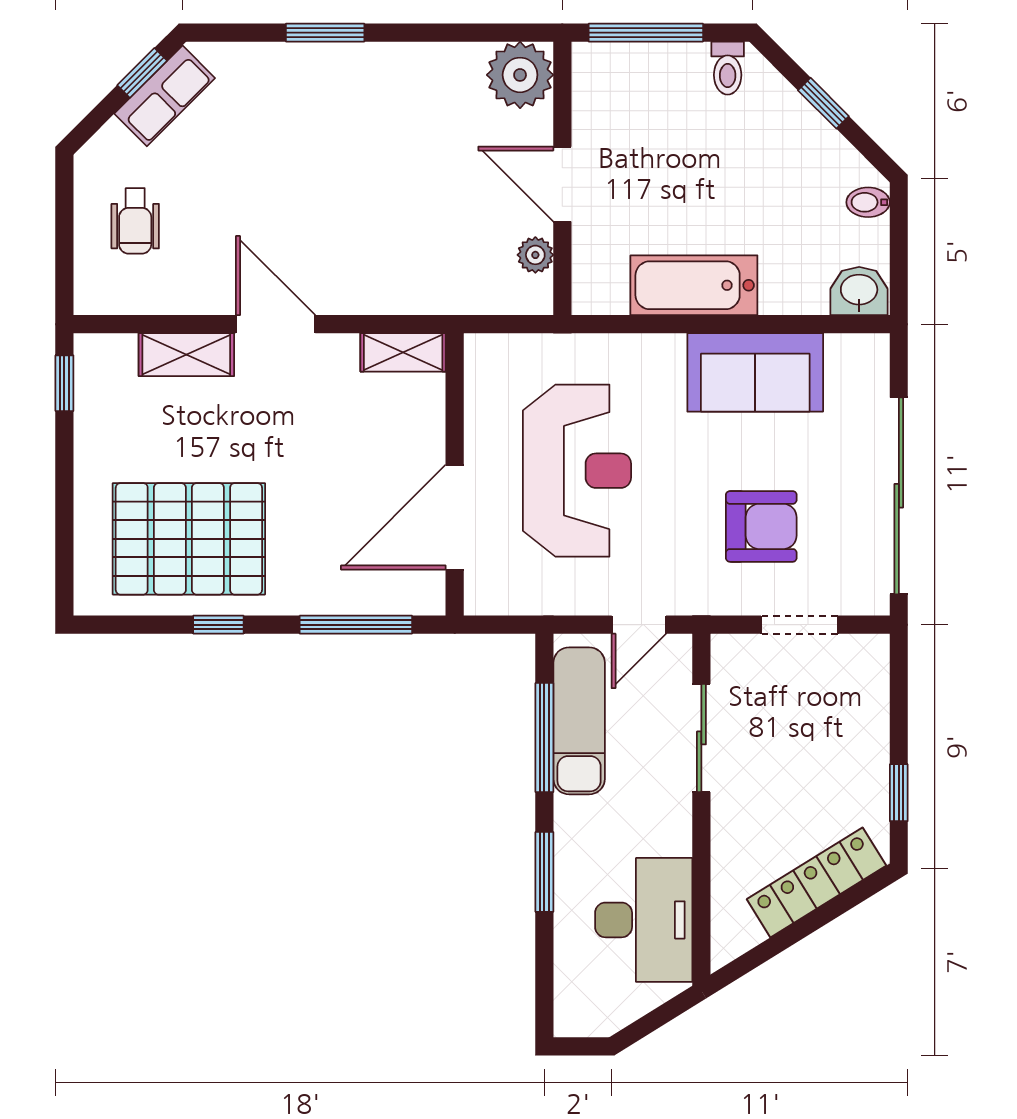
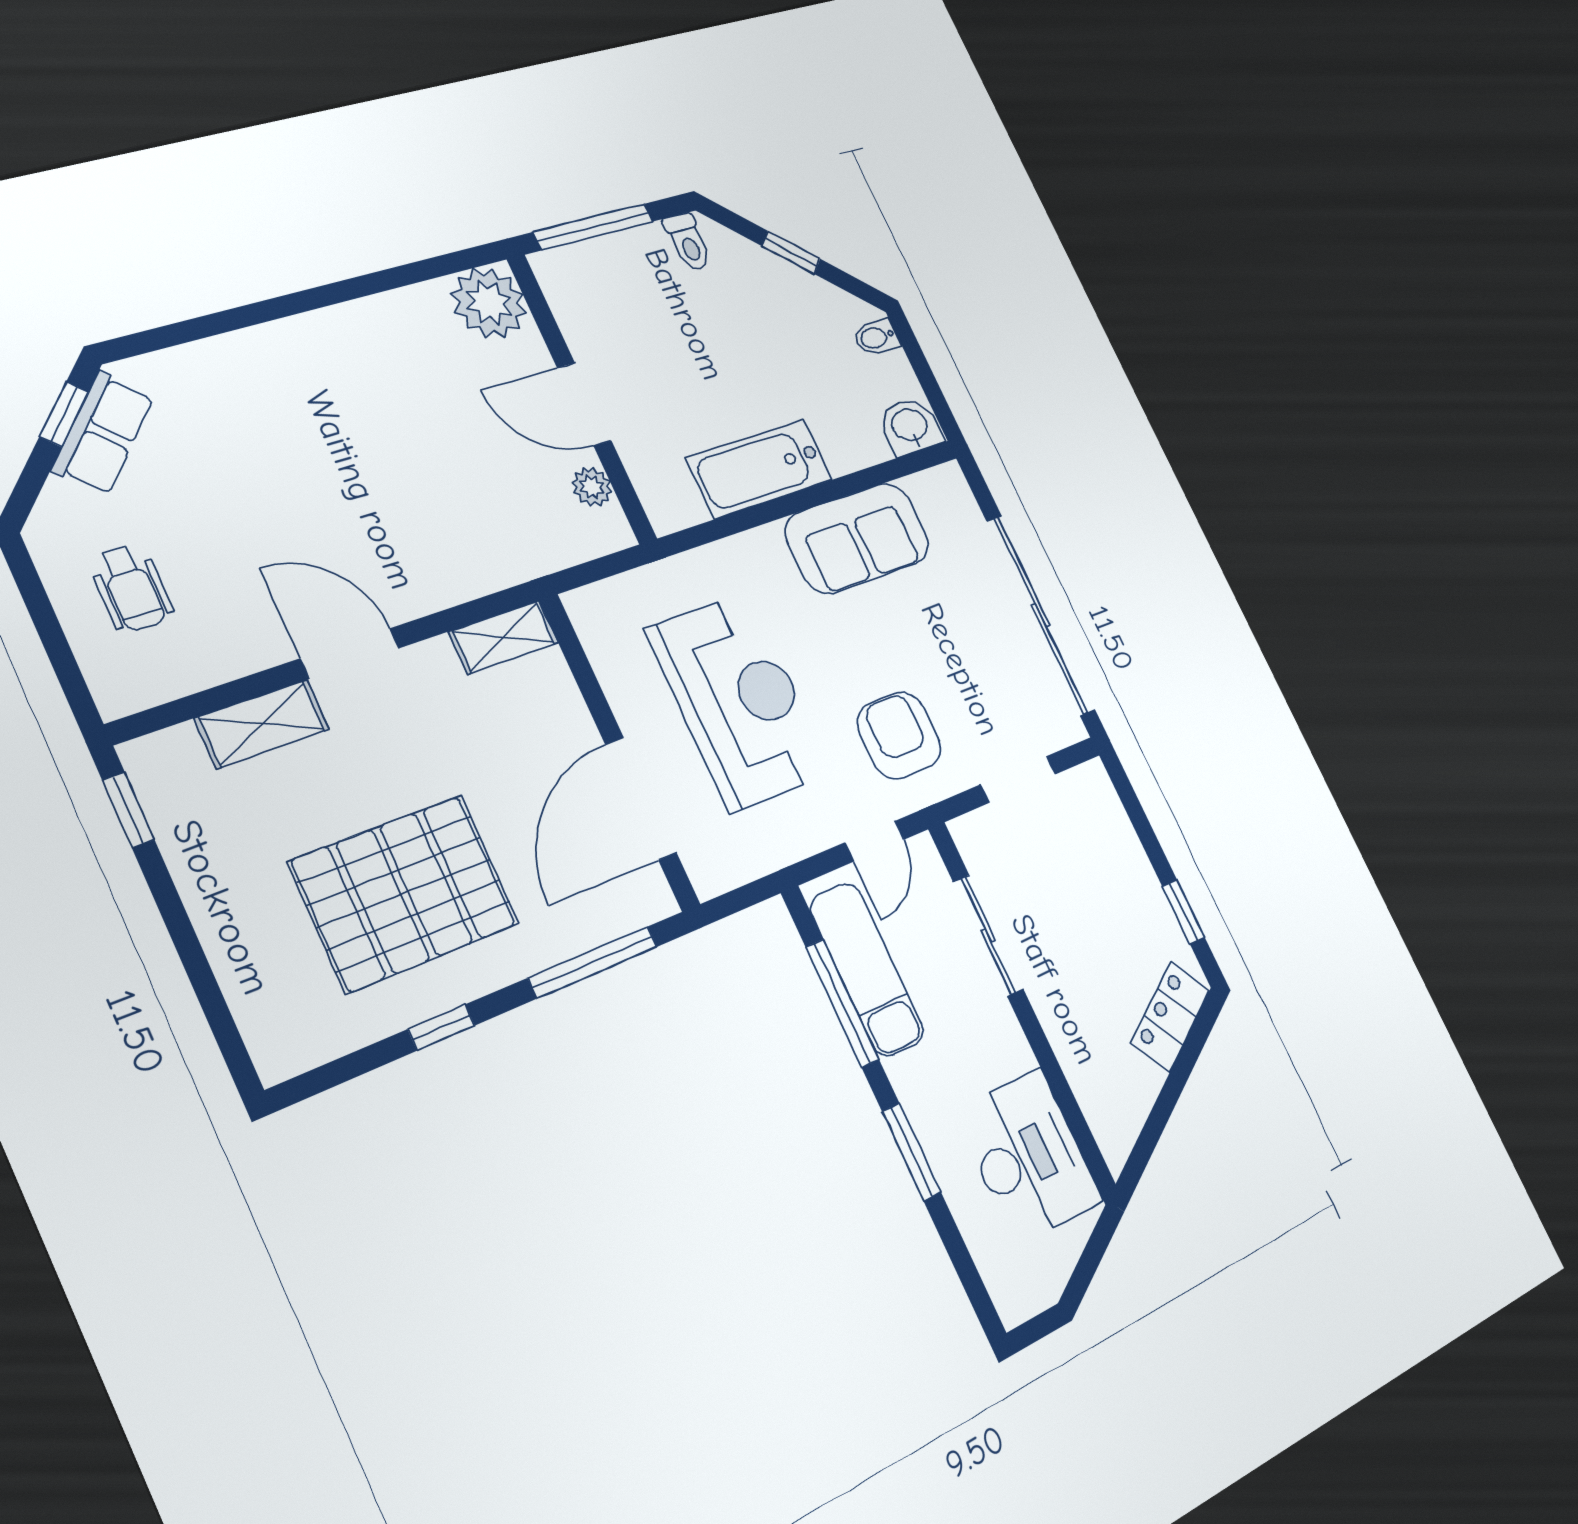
window: (325, 33) -> (259, 313), removed
armchair: (761, 526) -> (899, 735), moved, turned -90
pallet: (189, 539) -> (405, 893), moved
locker: (817, 882) -> (1170, 1017), width x0.66

